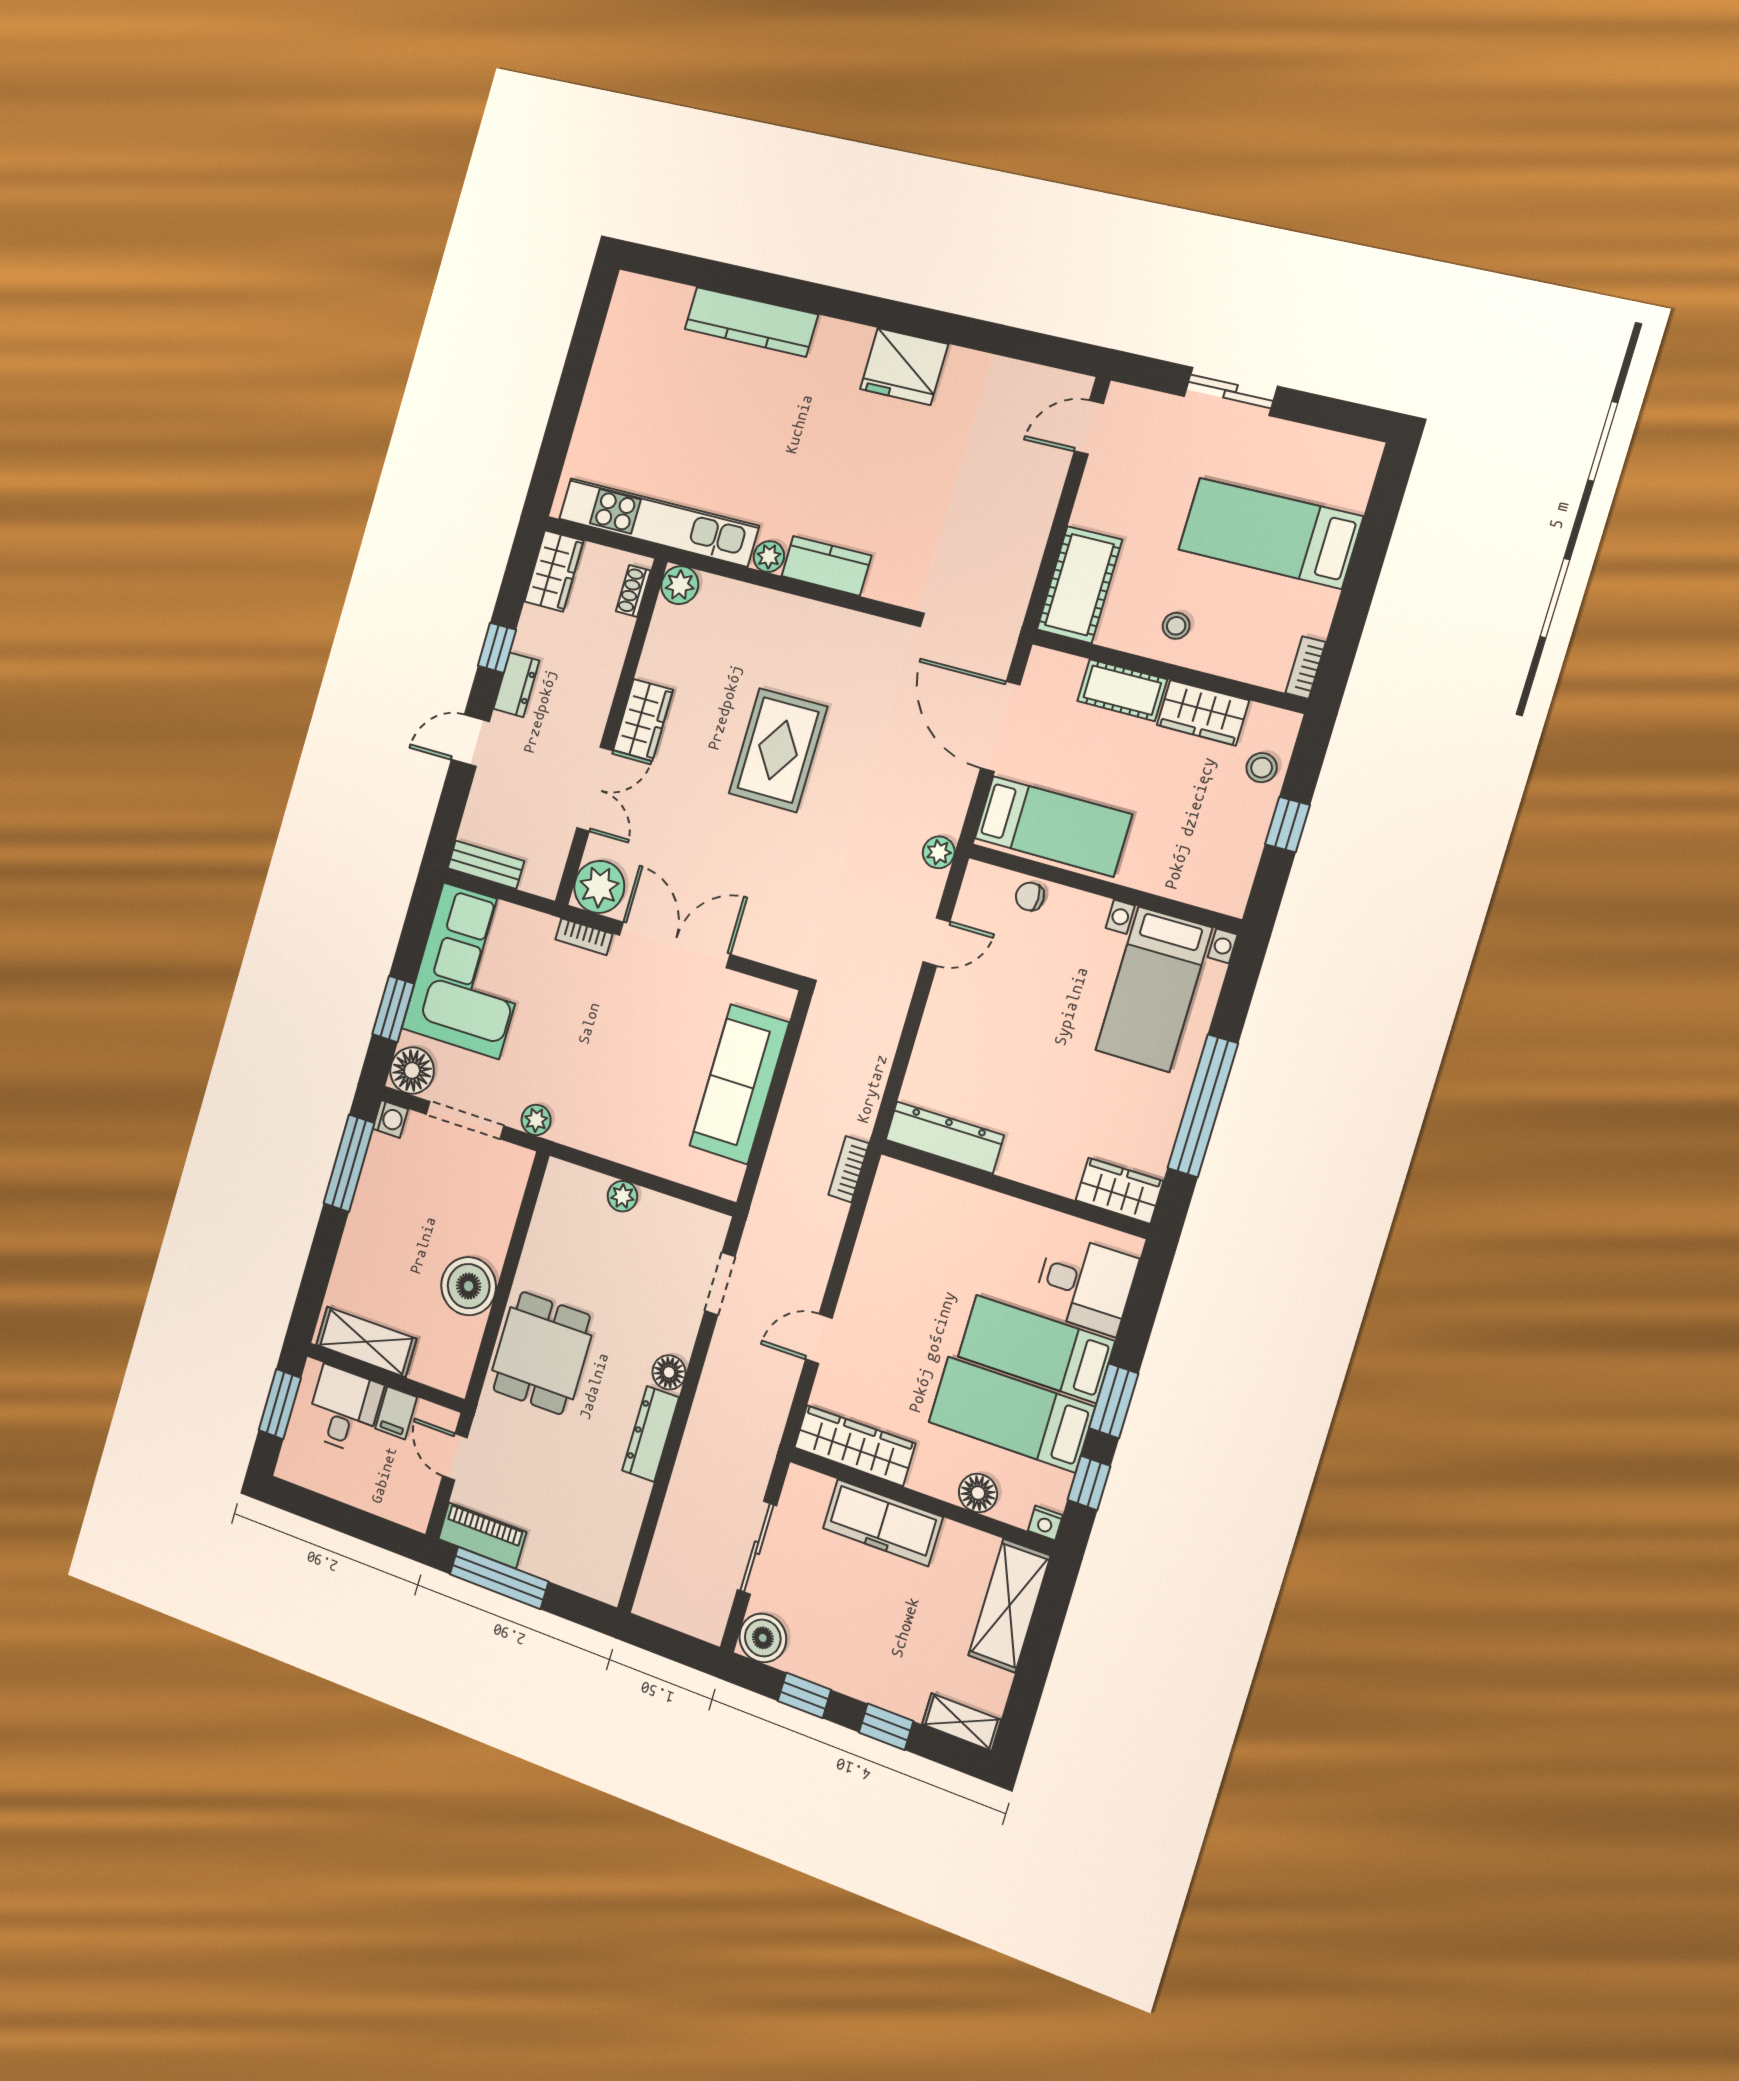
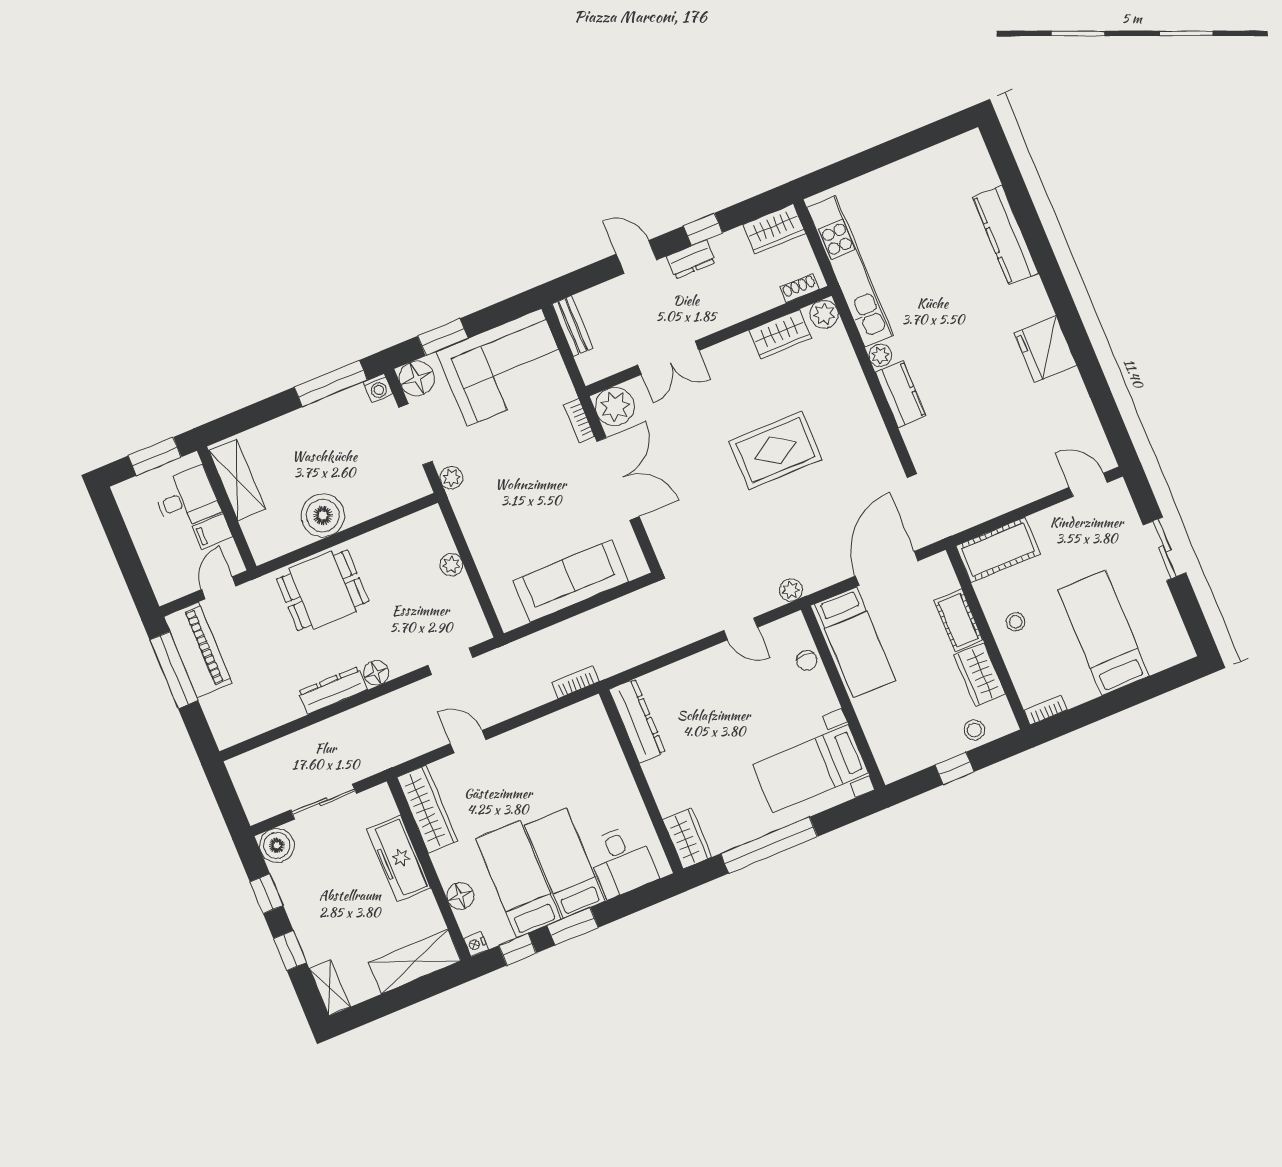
wardrobe: (643, 720) -> (780, 334), moved
chair: (1030, 897) -> (807, 661), turned 180
piano: (482, 1535) -> (198, 650), width x1.37, depth x1.33

